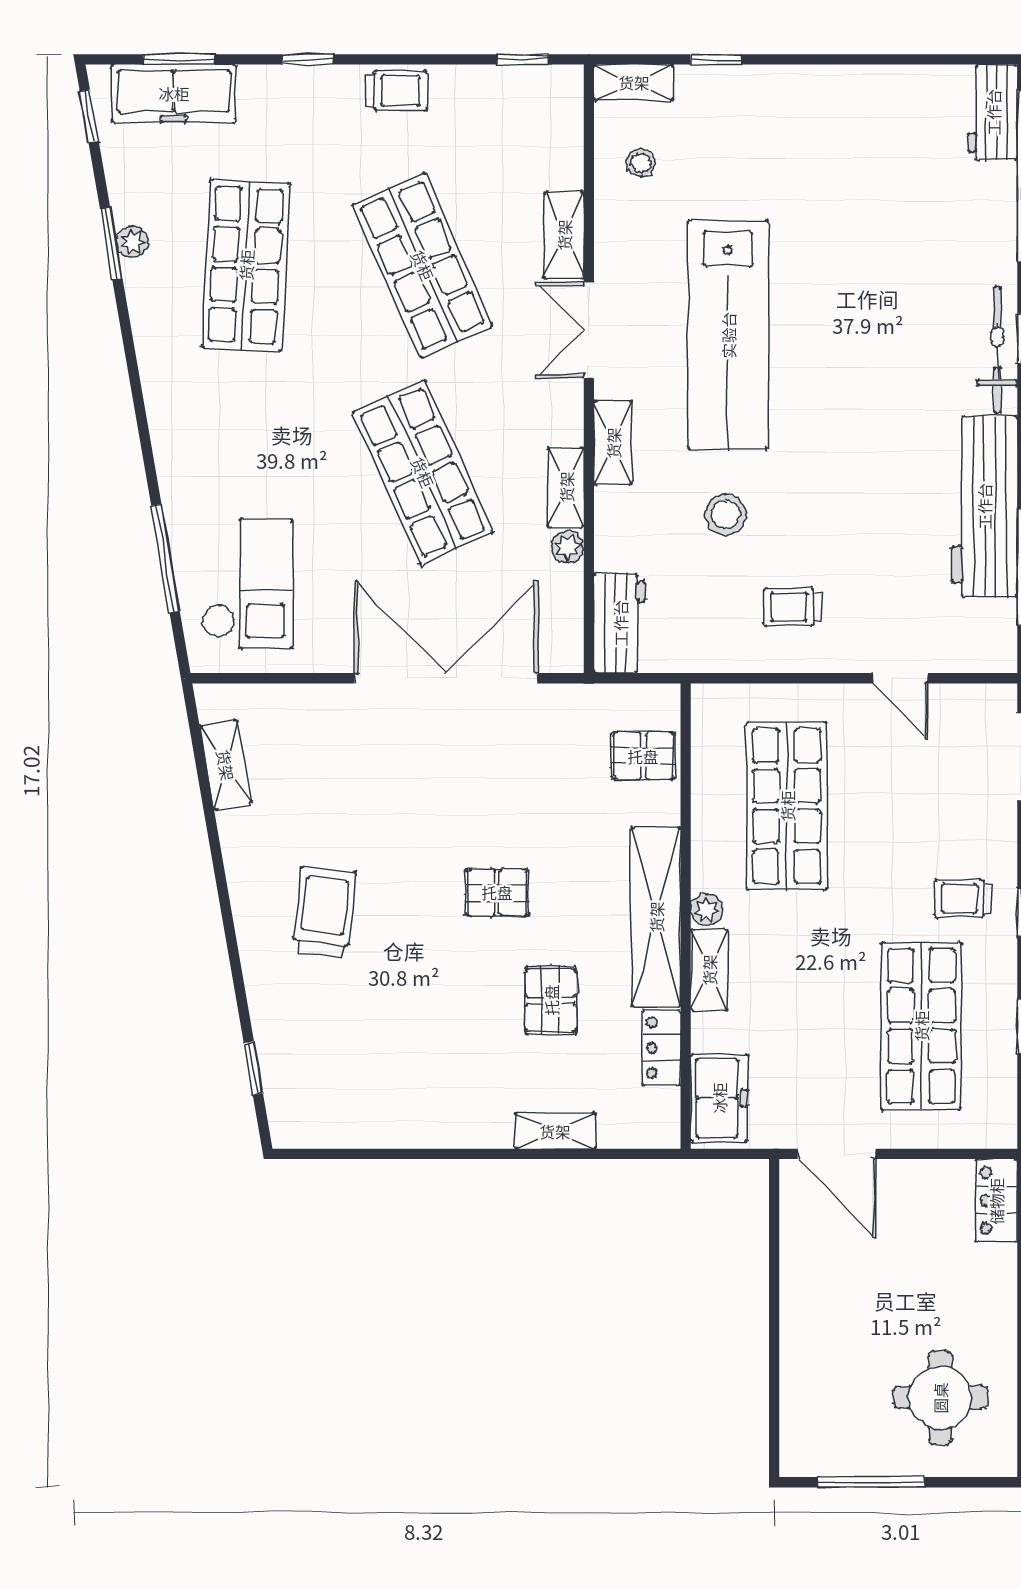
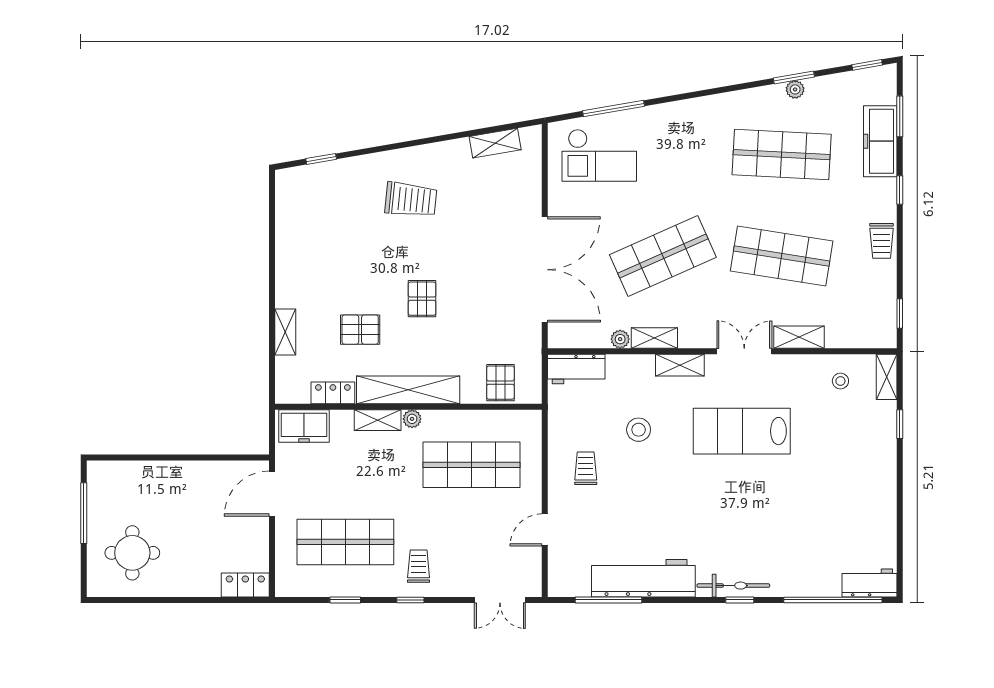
freezer: (174, 93) -> (880, 141), moved
shop shelf: (423, 265) -> (782, 256), turned 33
lab bench: (728, 335) -> (742, 431), width x0.73

